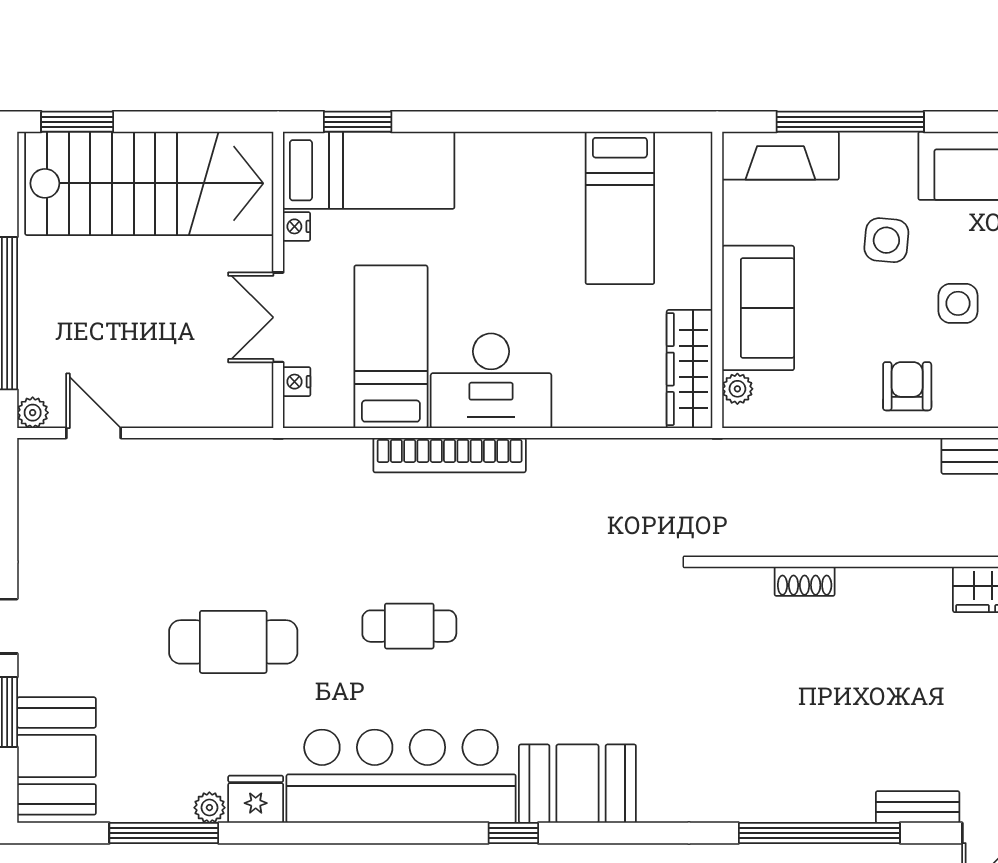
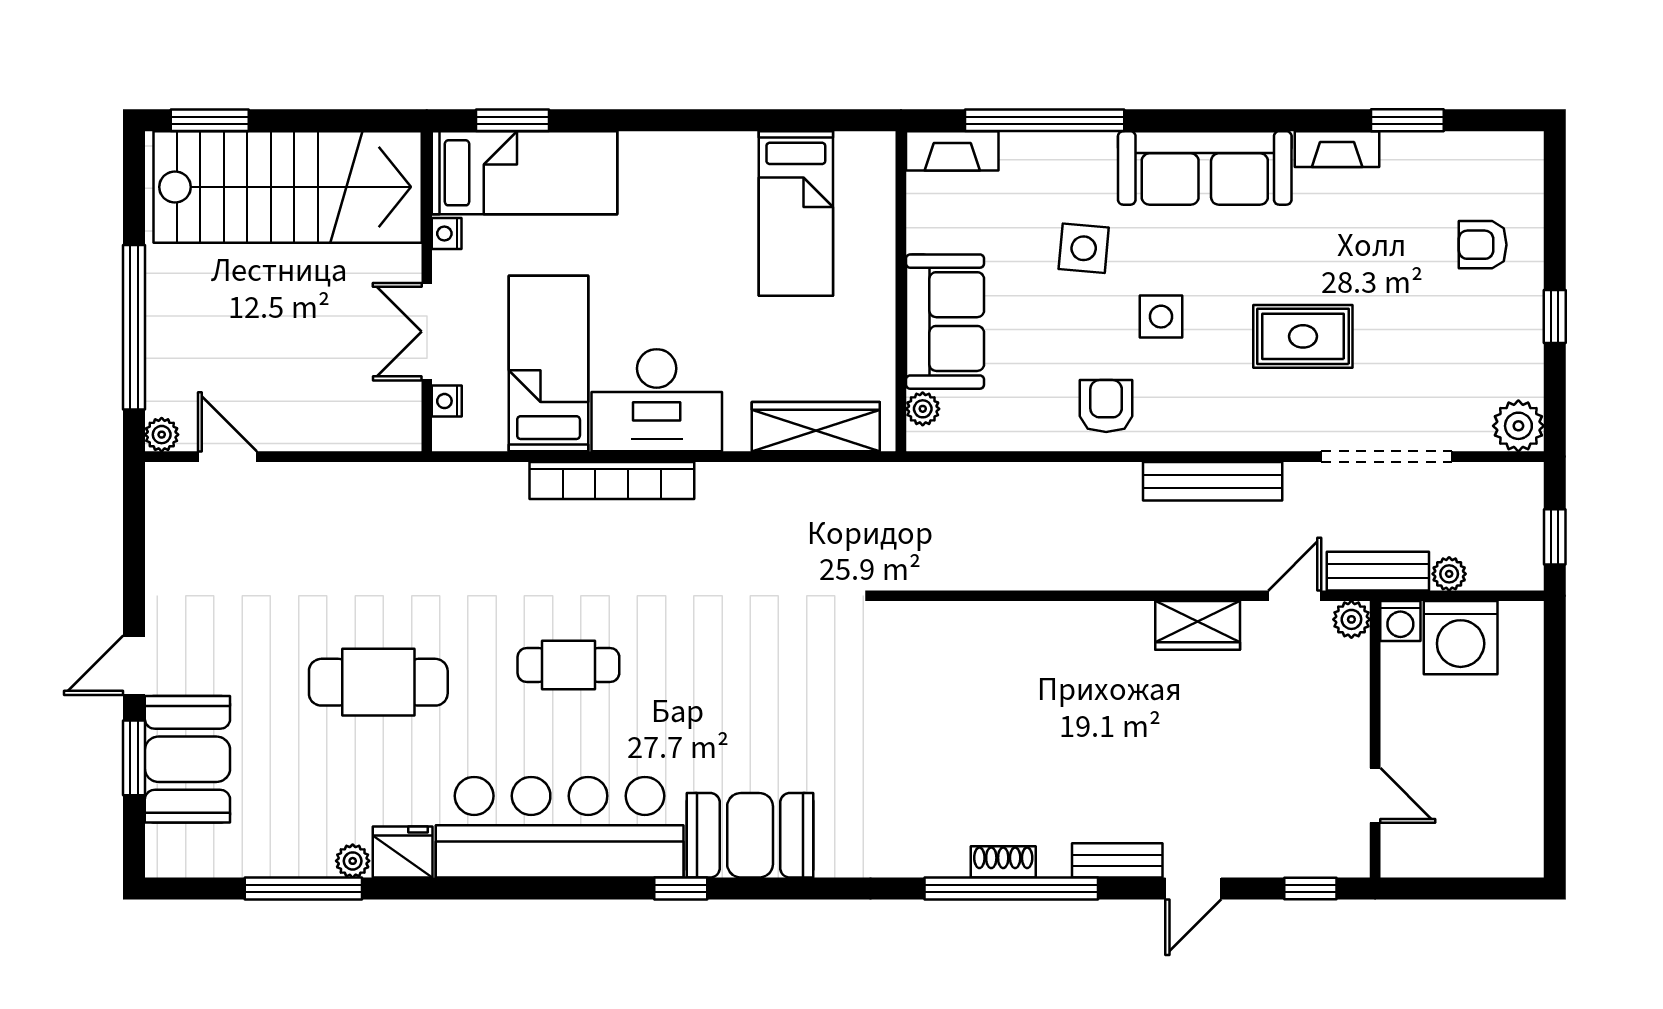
fireplace: (780, 156) -> (952, 151), width x0.73, depth x0.76
wardrobe: (690, 369) -> (816, 427), moved, turned 90
shoe rack: (805, 581) -> (1003, 862), moved, turned 180
booth: (57, 756) -> (187, 759), moved

